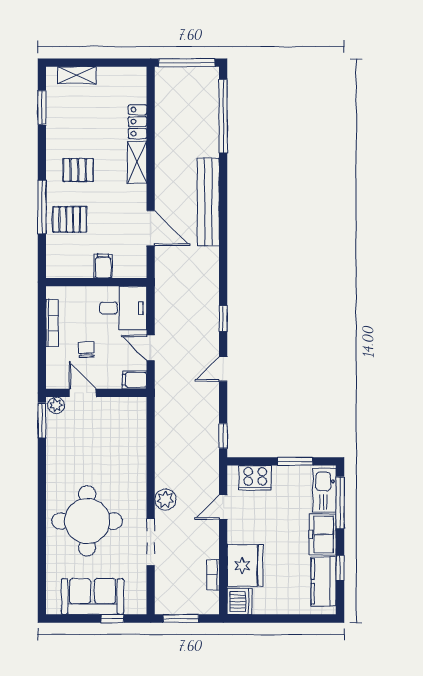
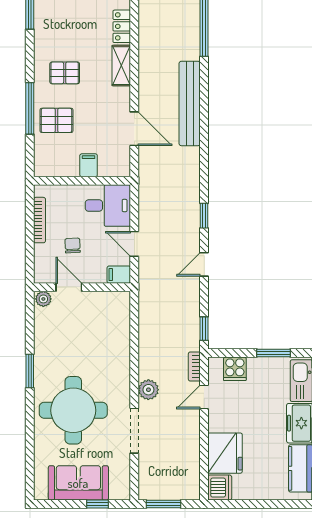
window: (42, 420) -> (30, 371), moved
cooker: (255, 478) -> (235, 369), width x0.73
bookcase: (213, 575) -> (194, 367), moved

